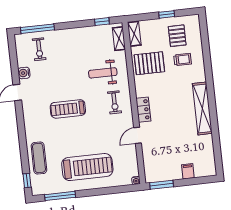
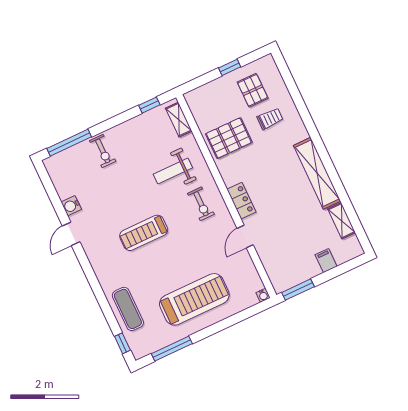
shelving: (134, 34) -> (342, 221), moved
exercise bike: (39, 49) -> (103, 151), moved

